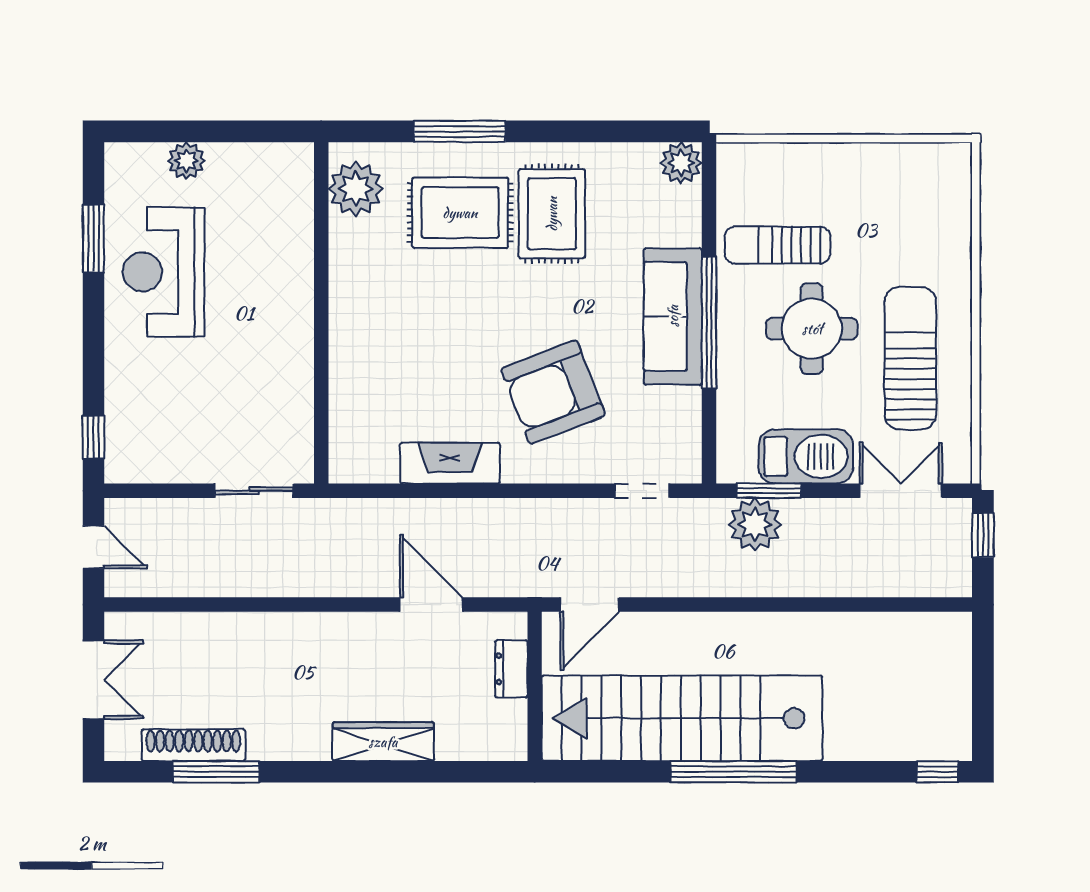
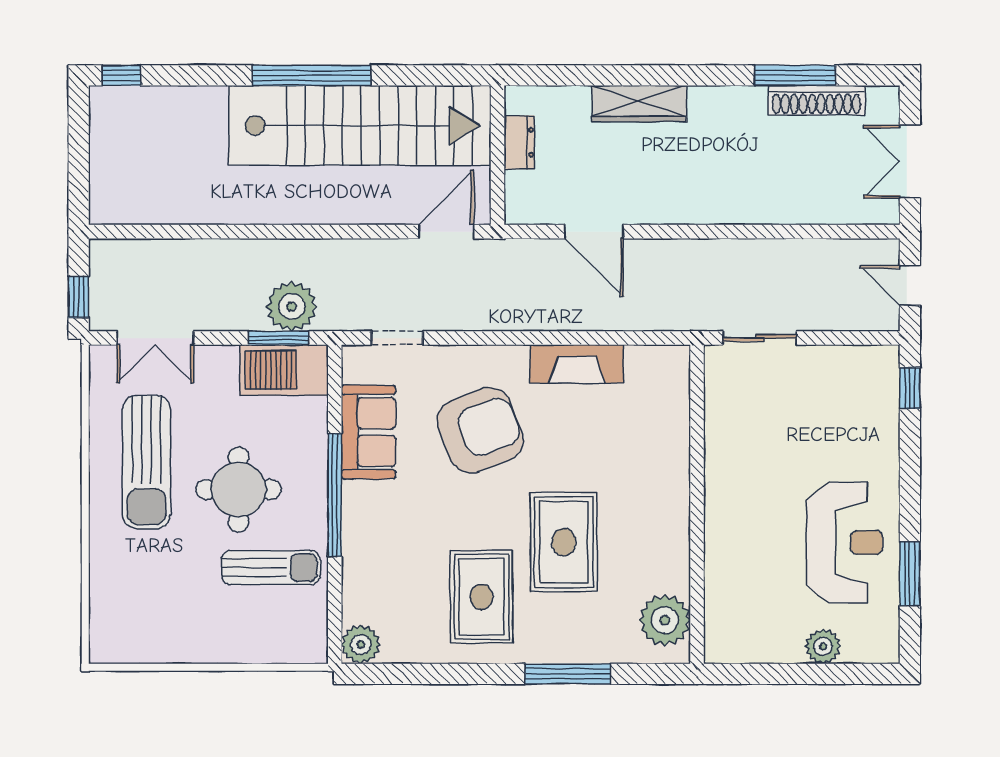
rug: (460, 213) -> (564, 542), moved, turned 90
sofa: (673, 316) -> (368, 432), moved, width x0.73
barbecue: (806, 456) -> (284, 370), moved
dresser: (511, 669) -> (519, 142), moved

